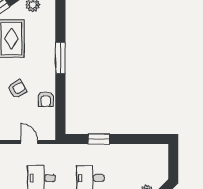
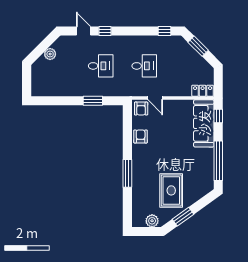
armchair: (17, 89) -> (141, 109), moved, turned -60

